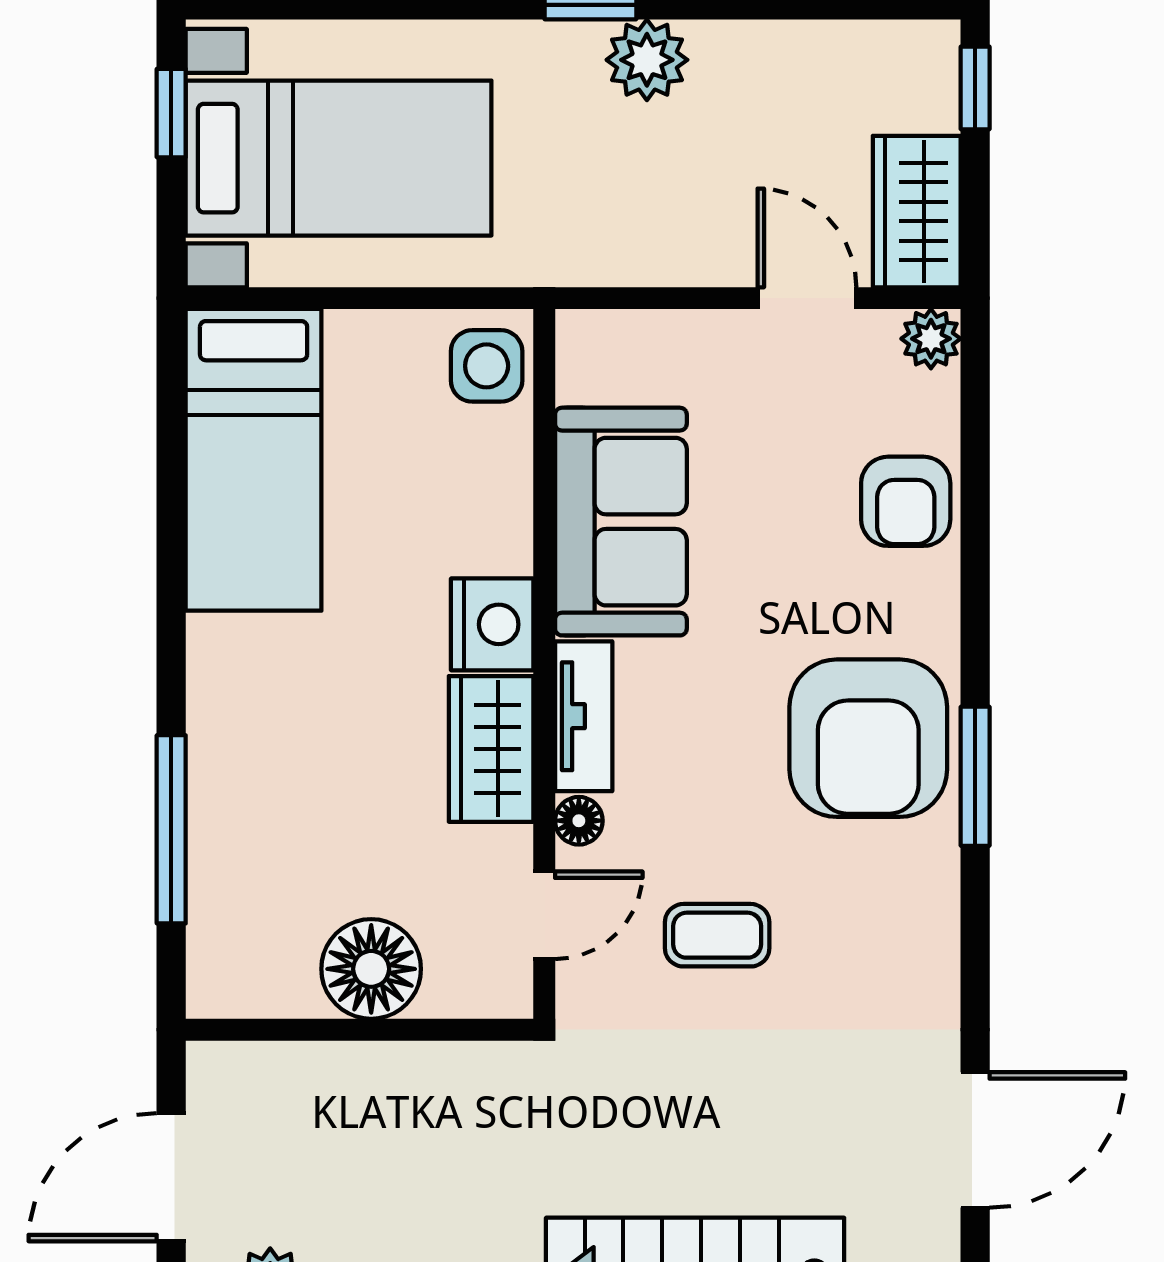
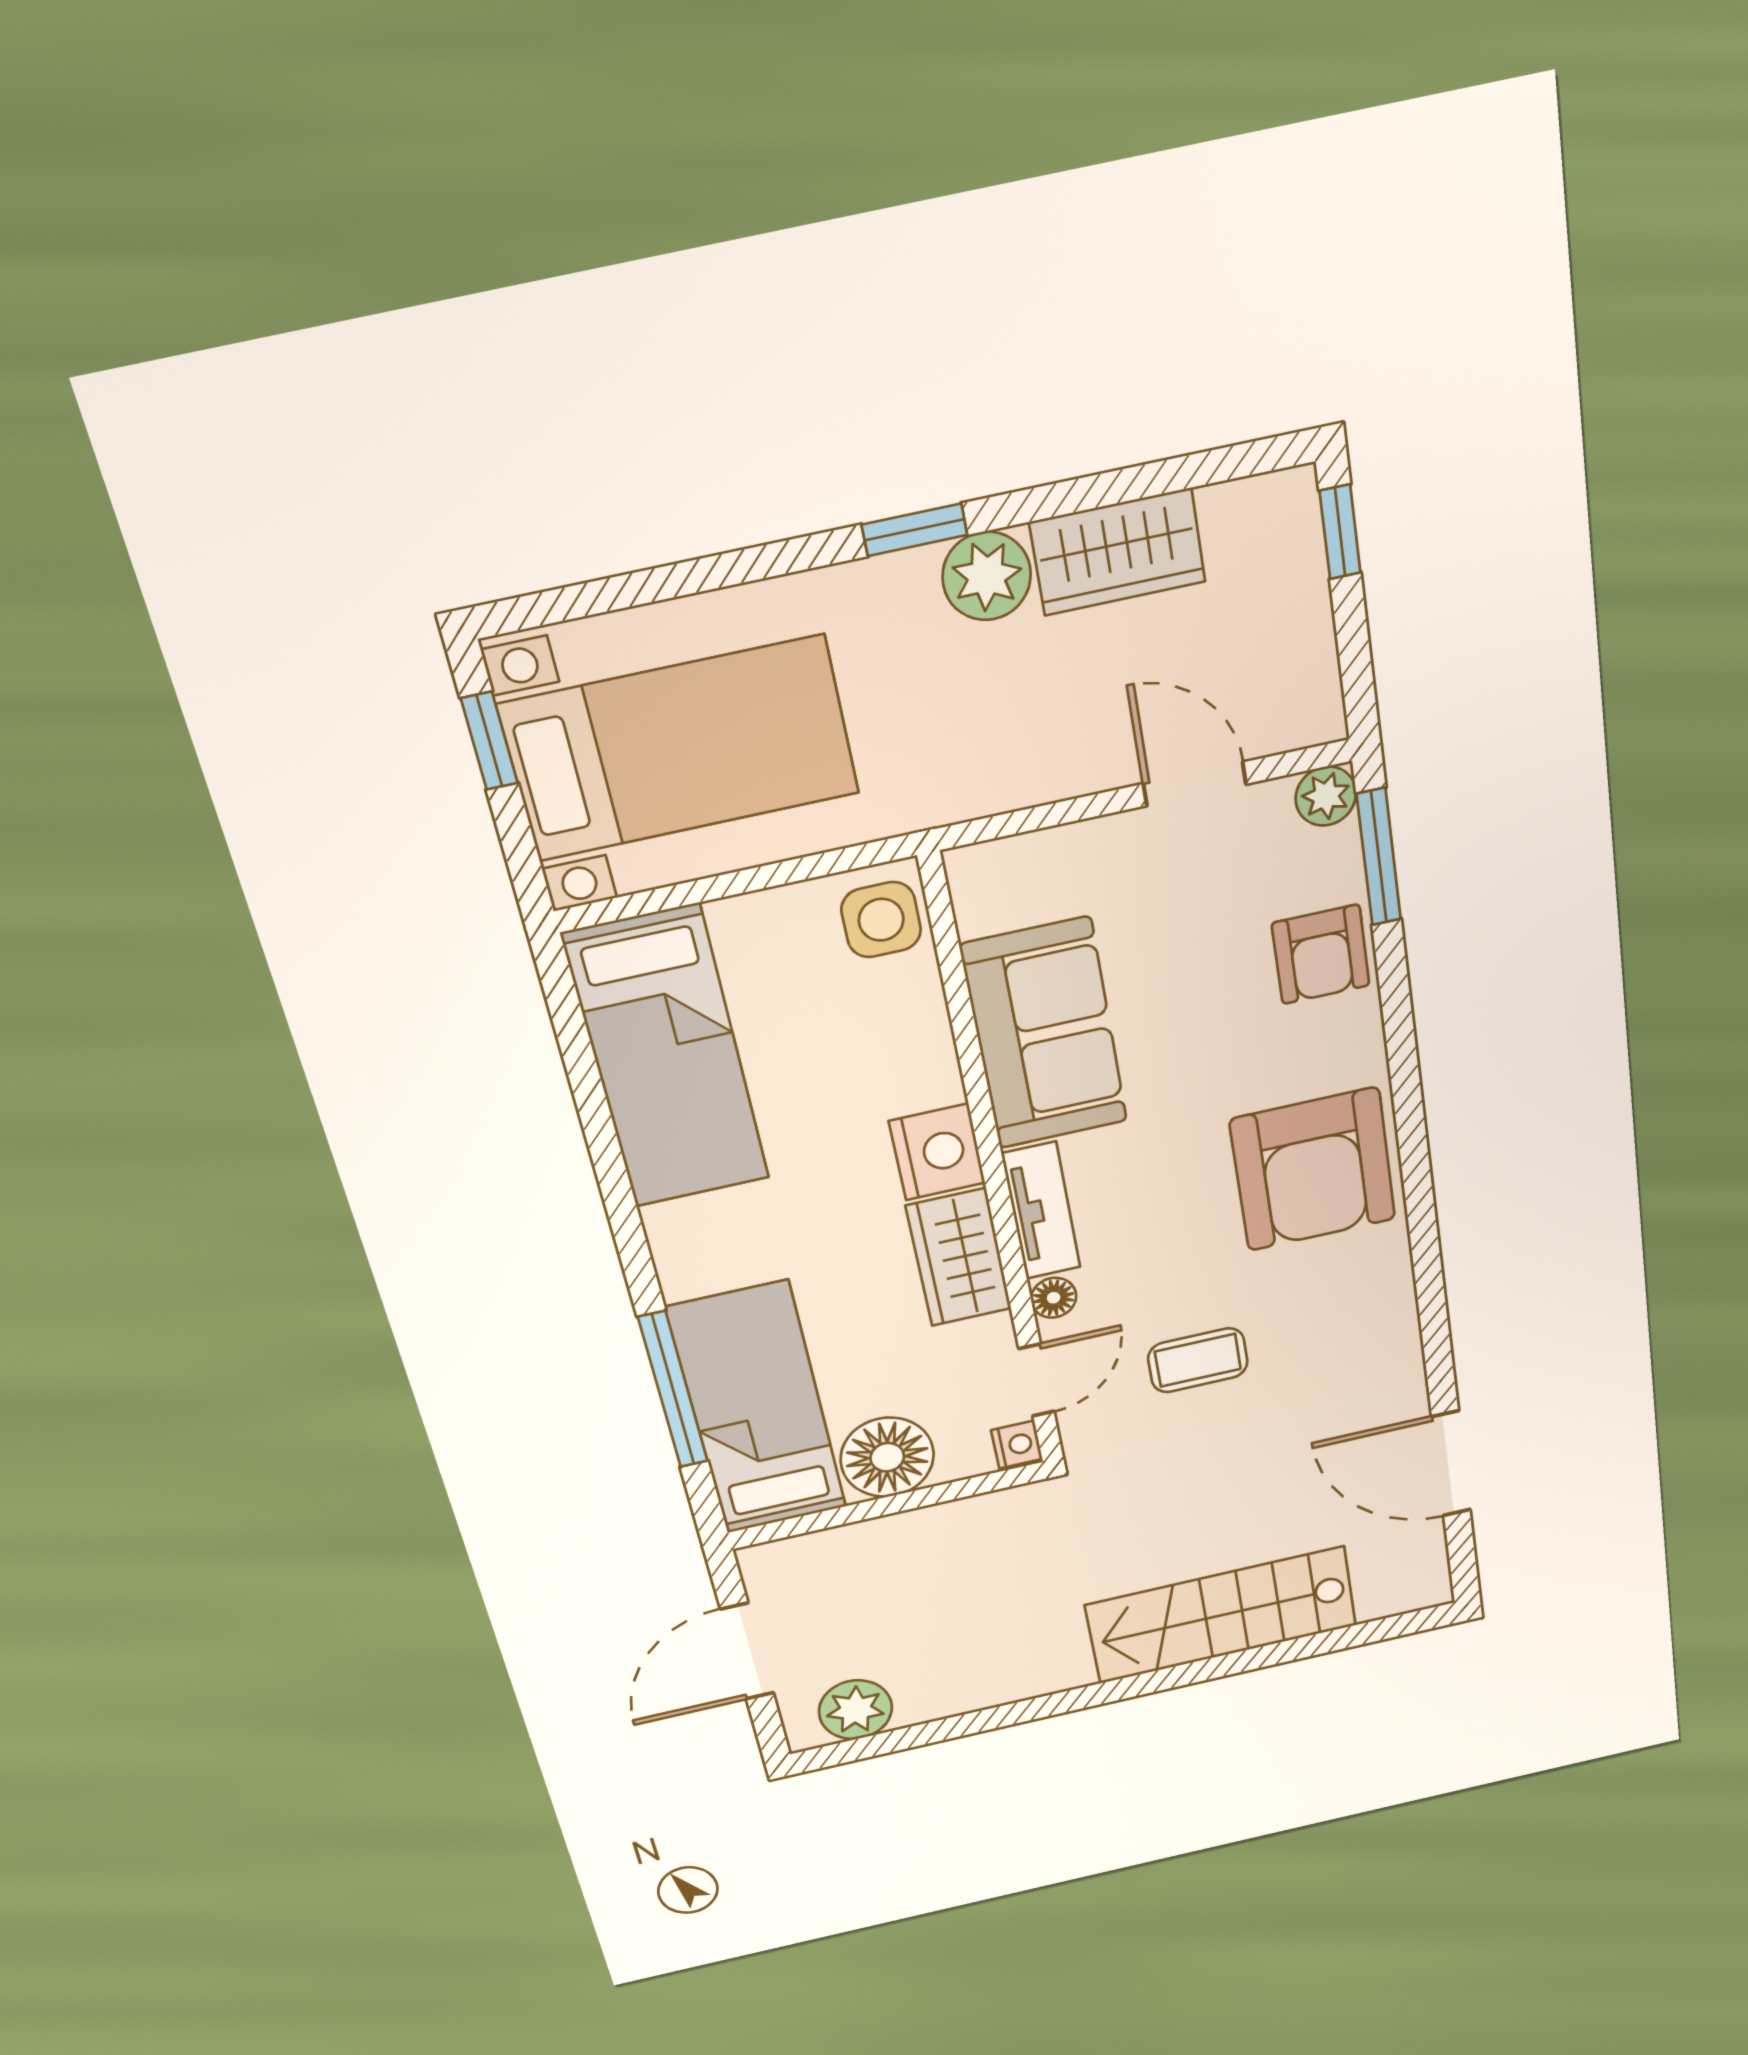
wardrobe: (917, 212) -> (1118, 552), moved, turned -90
window: (975, 776) -> (1379, 857), moved
bed: (251, 875) -> (757, 1409), added
nightstand: (509, 990) -> (1017, 1445), added
door: (975, 1140) -> (1451, 1464), swing flipped

